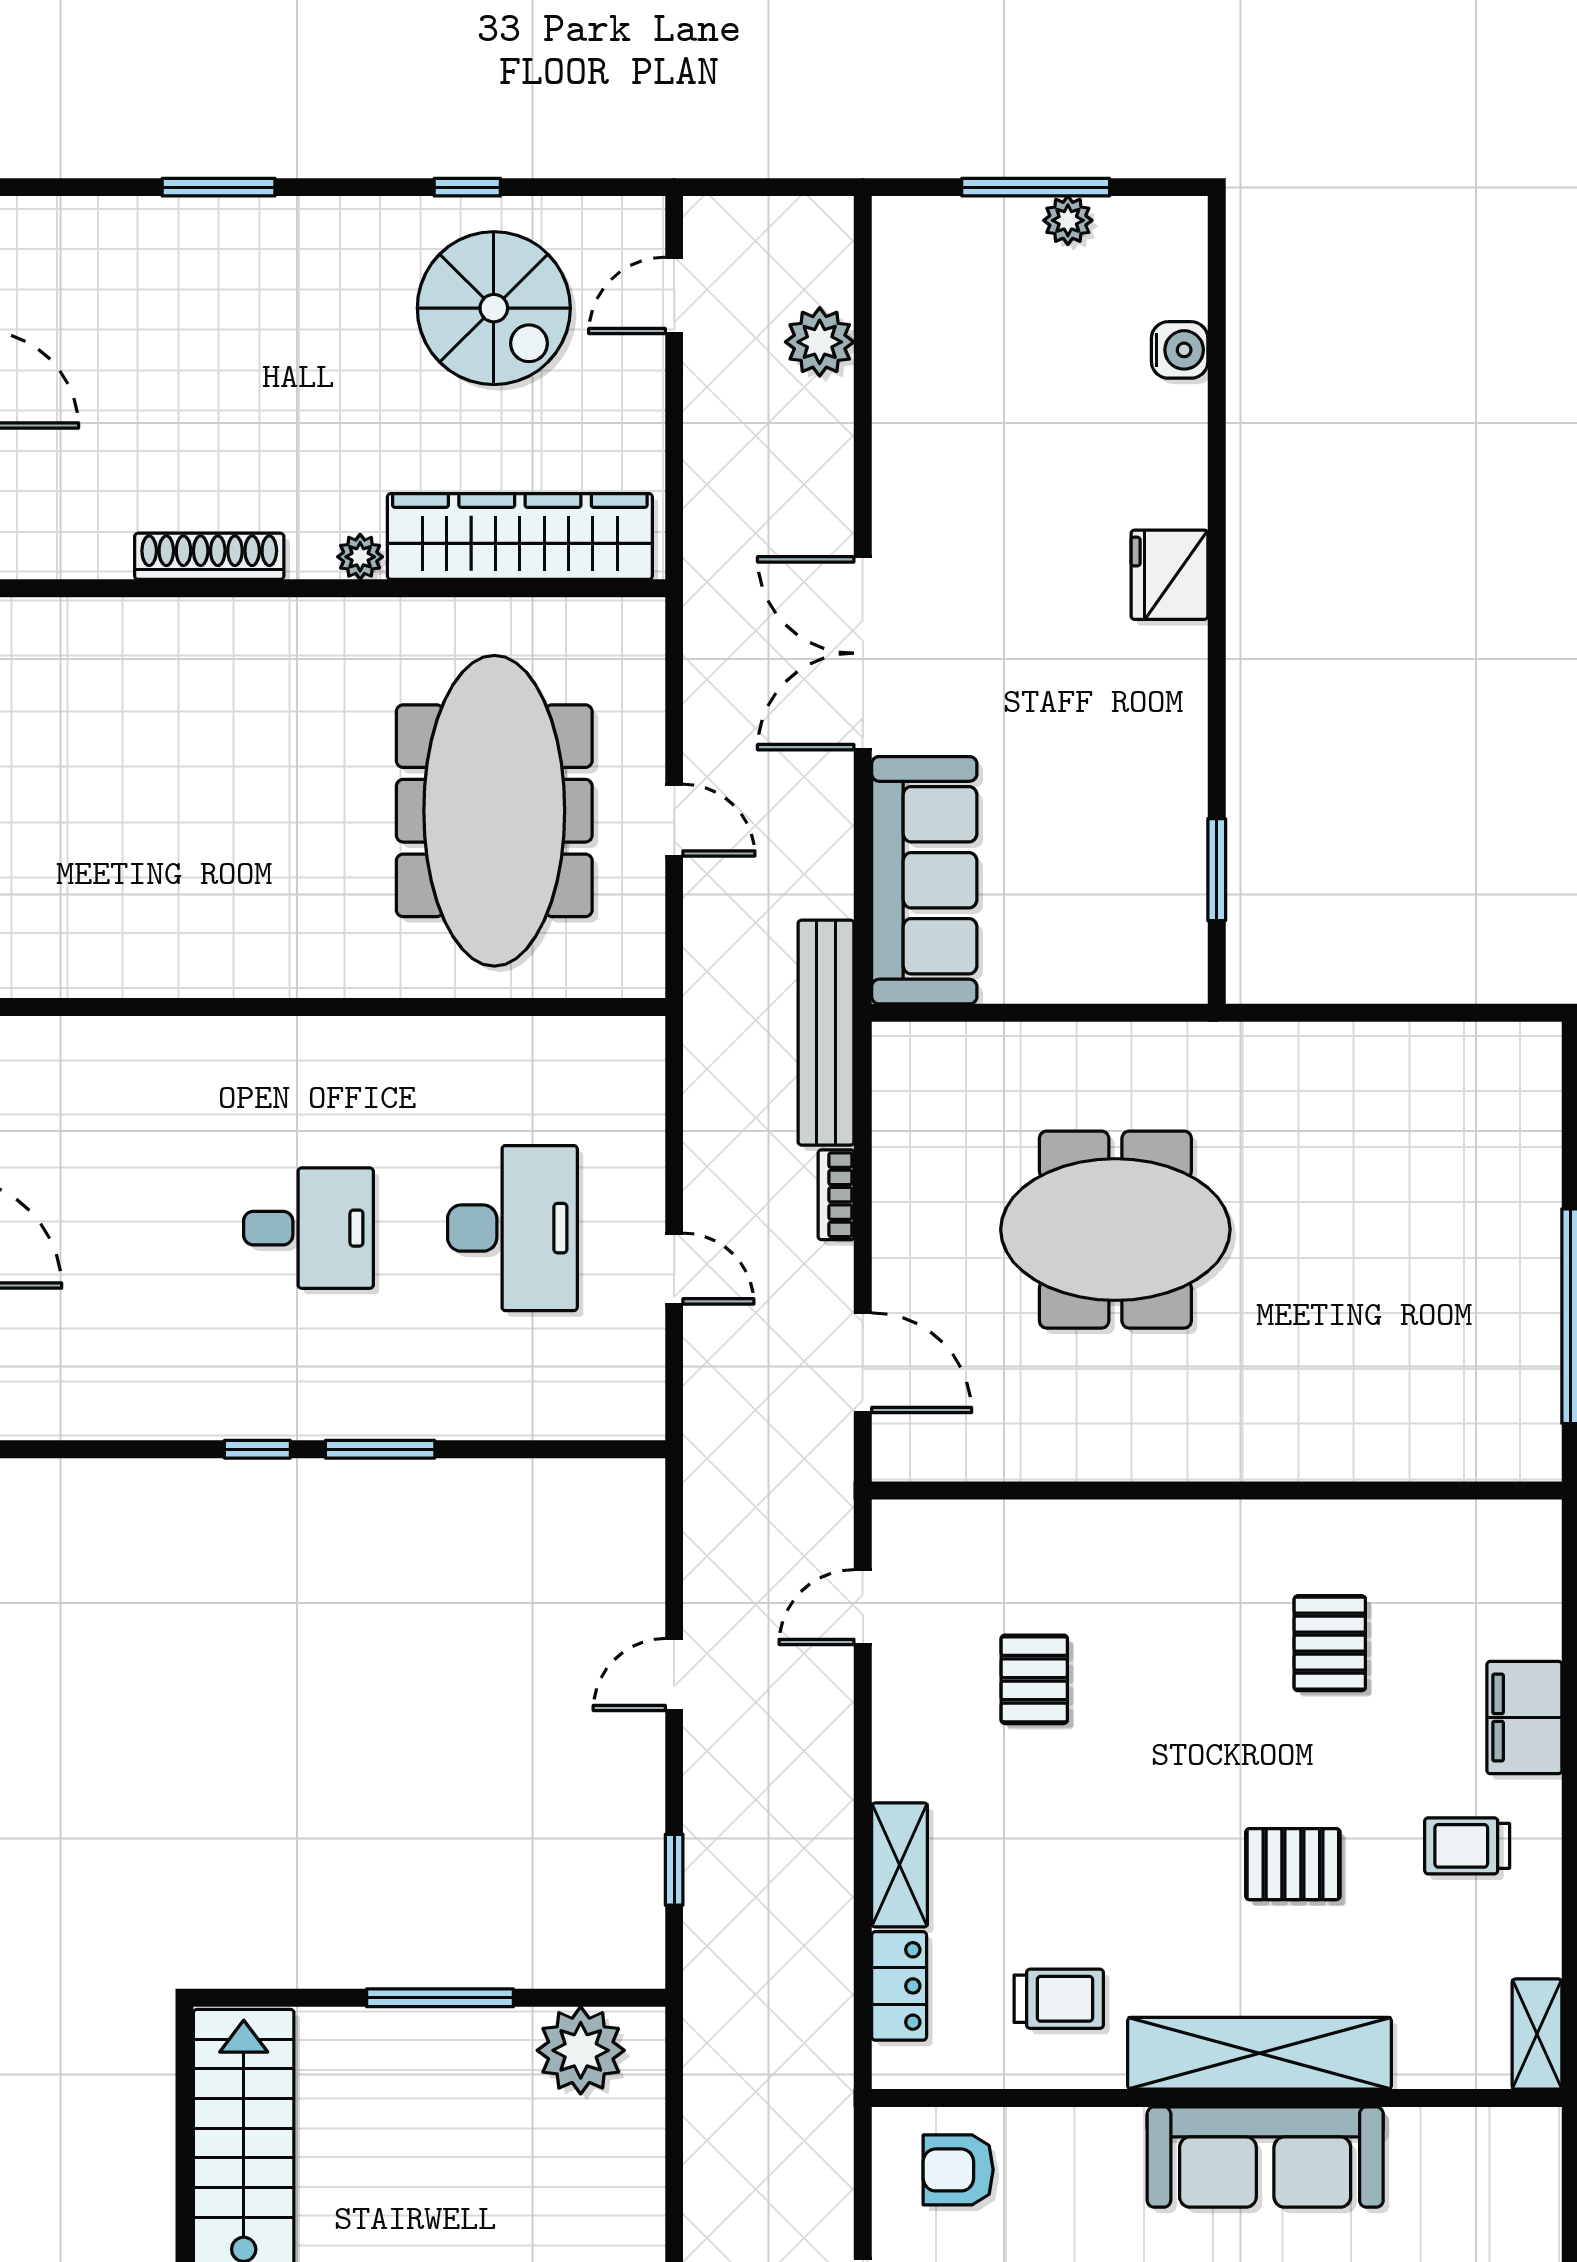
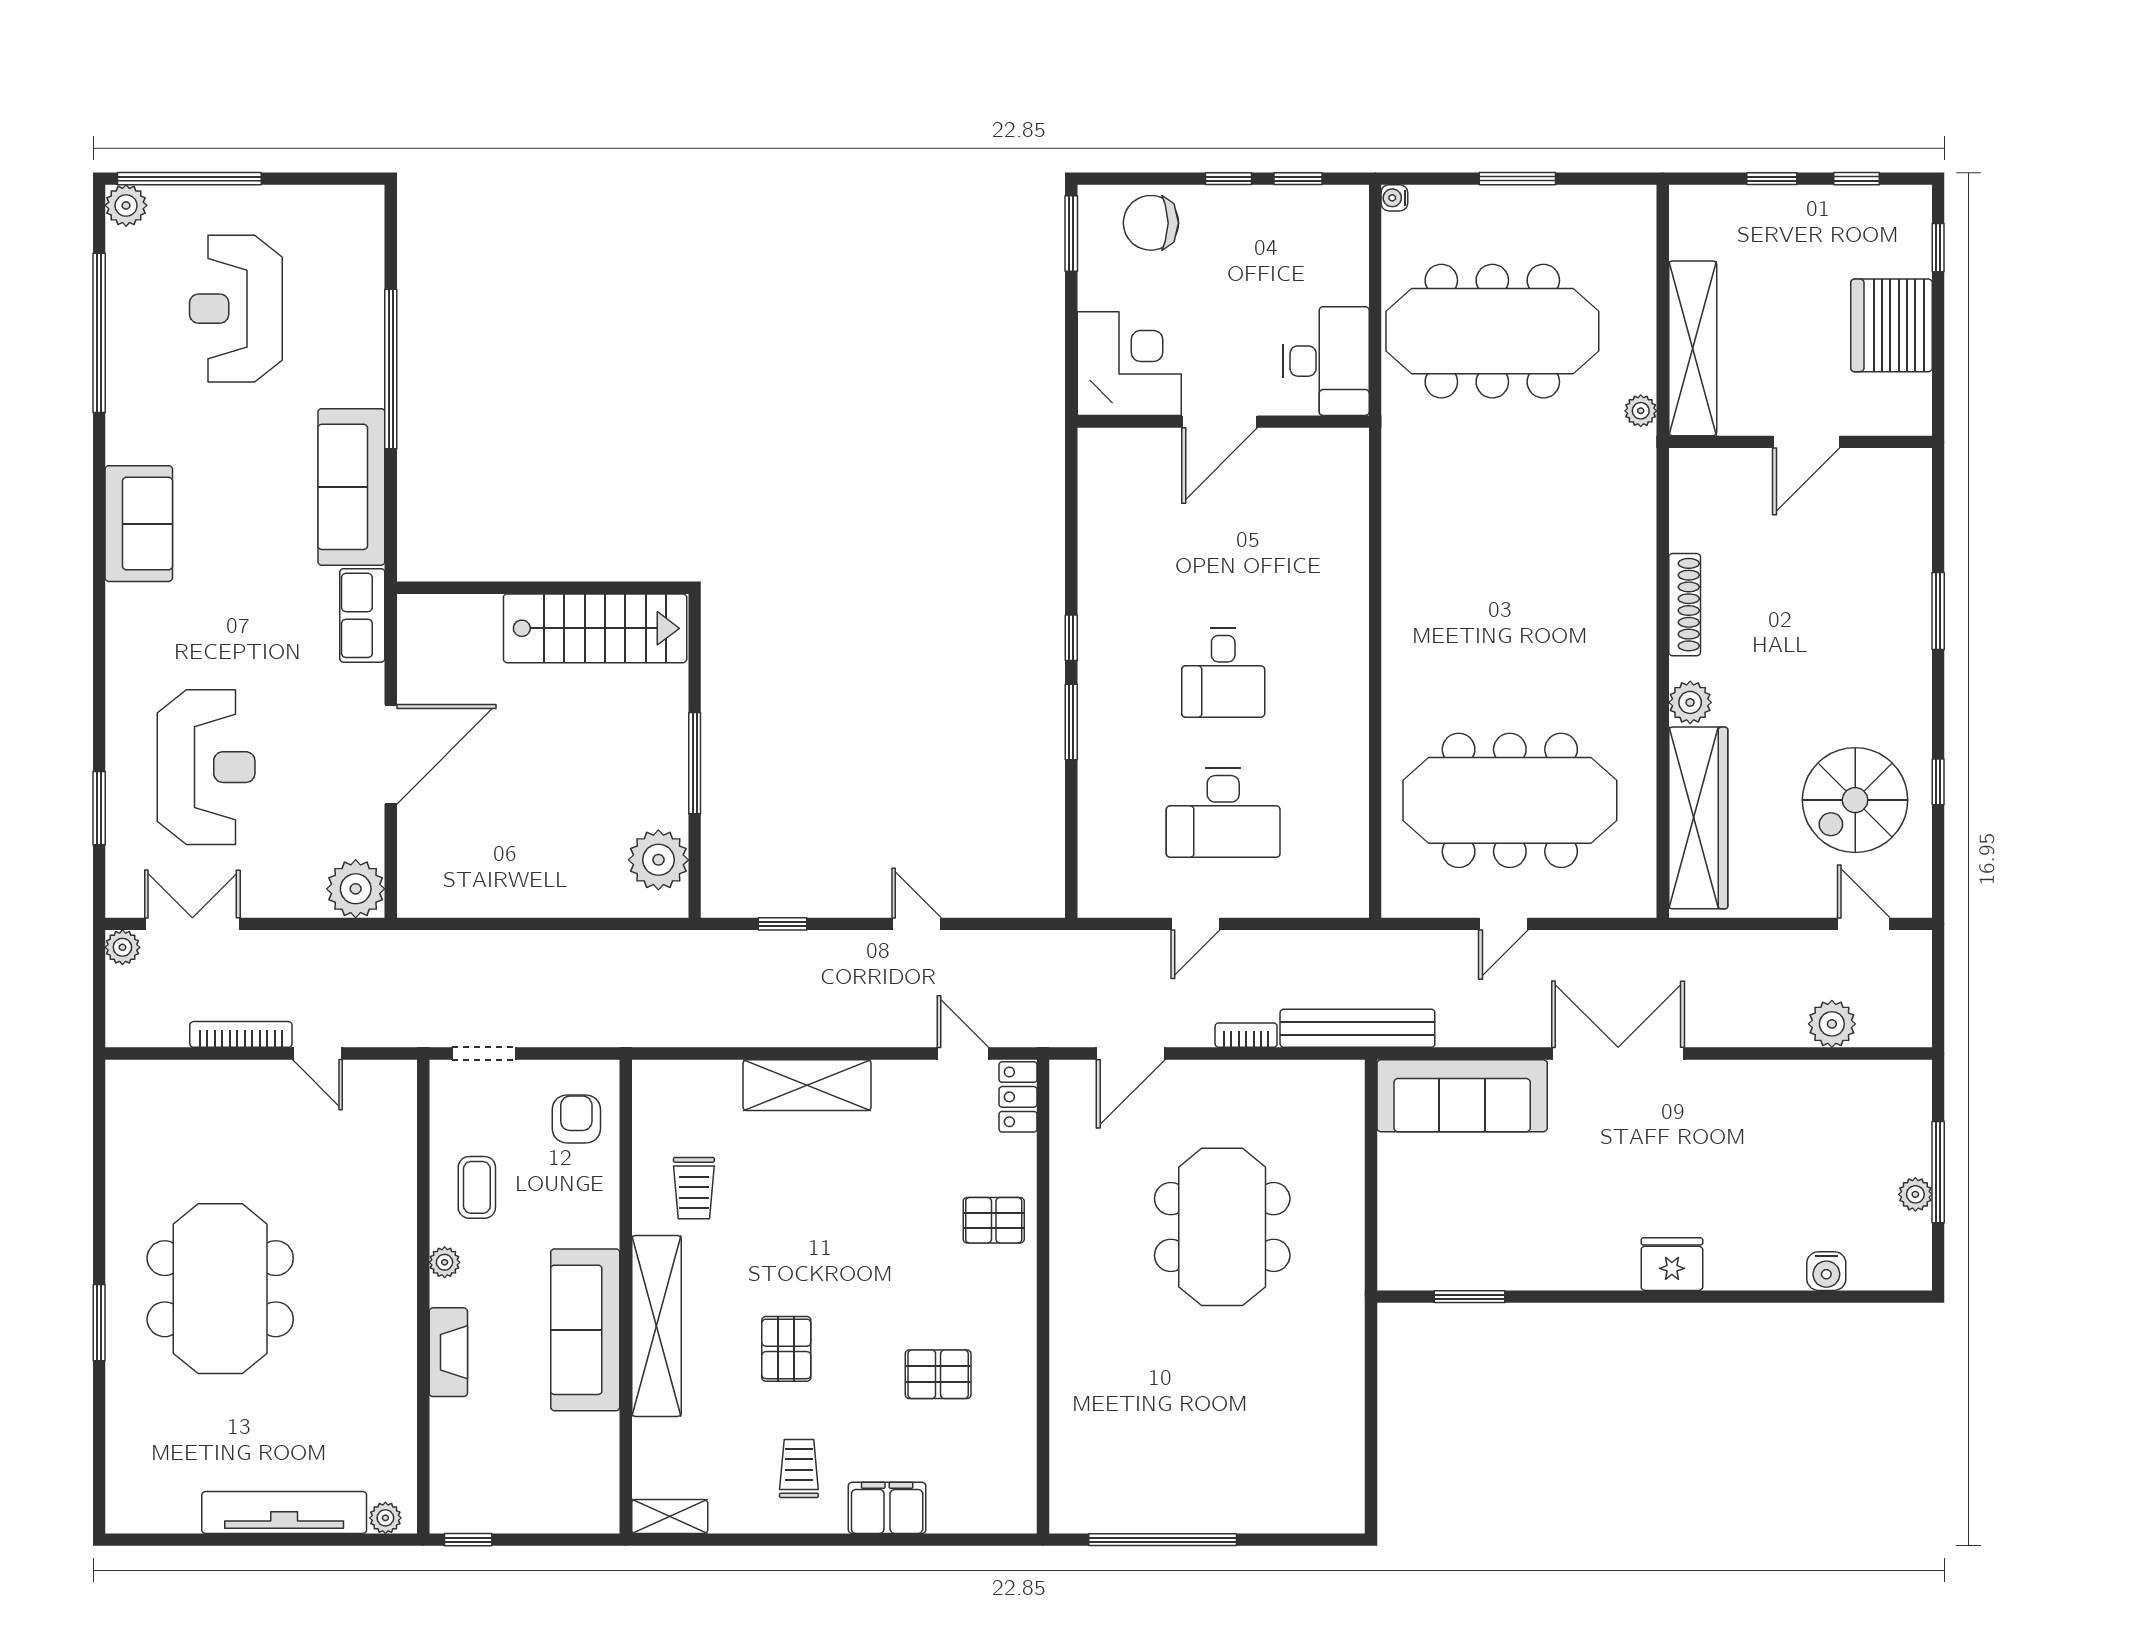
plant: (360, 557) -> (1690, 702), width x1.38, depth x1.38
pallet: (1034, 1679) -> (994, 1220), moved
shelving: (900, 1865) -> (807, 1085), width x1.50, depth x1.33
locker: (899, 1986) -> (1018, 1097), moved, turned 90

